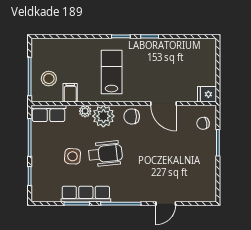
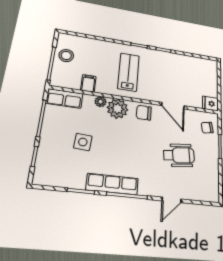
stool: (49, 79) -> (66, 56), moved
wheelchair: (105, 154) -> (179, 155), moved
row of seats: (86, 194) -> (112, 184), moved

